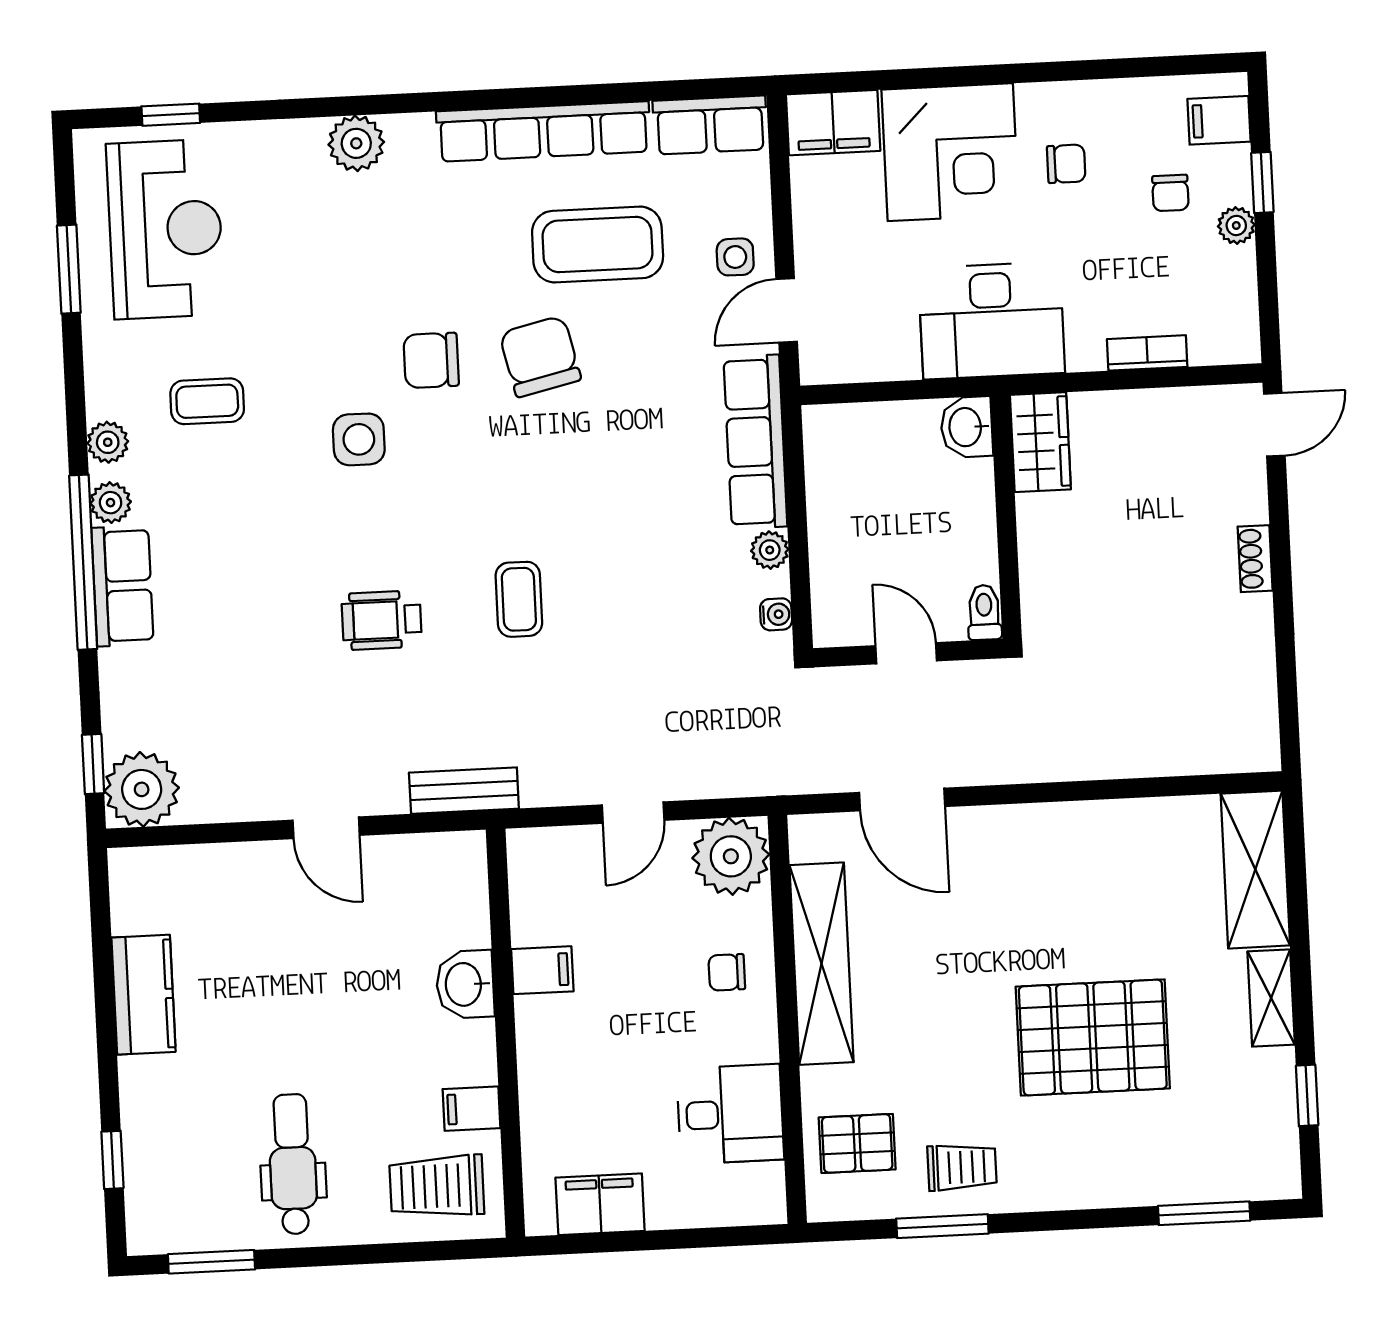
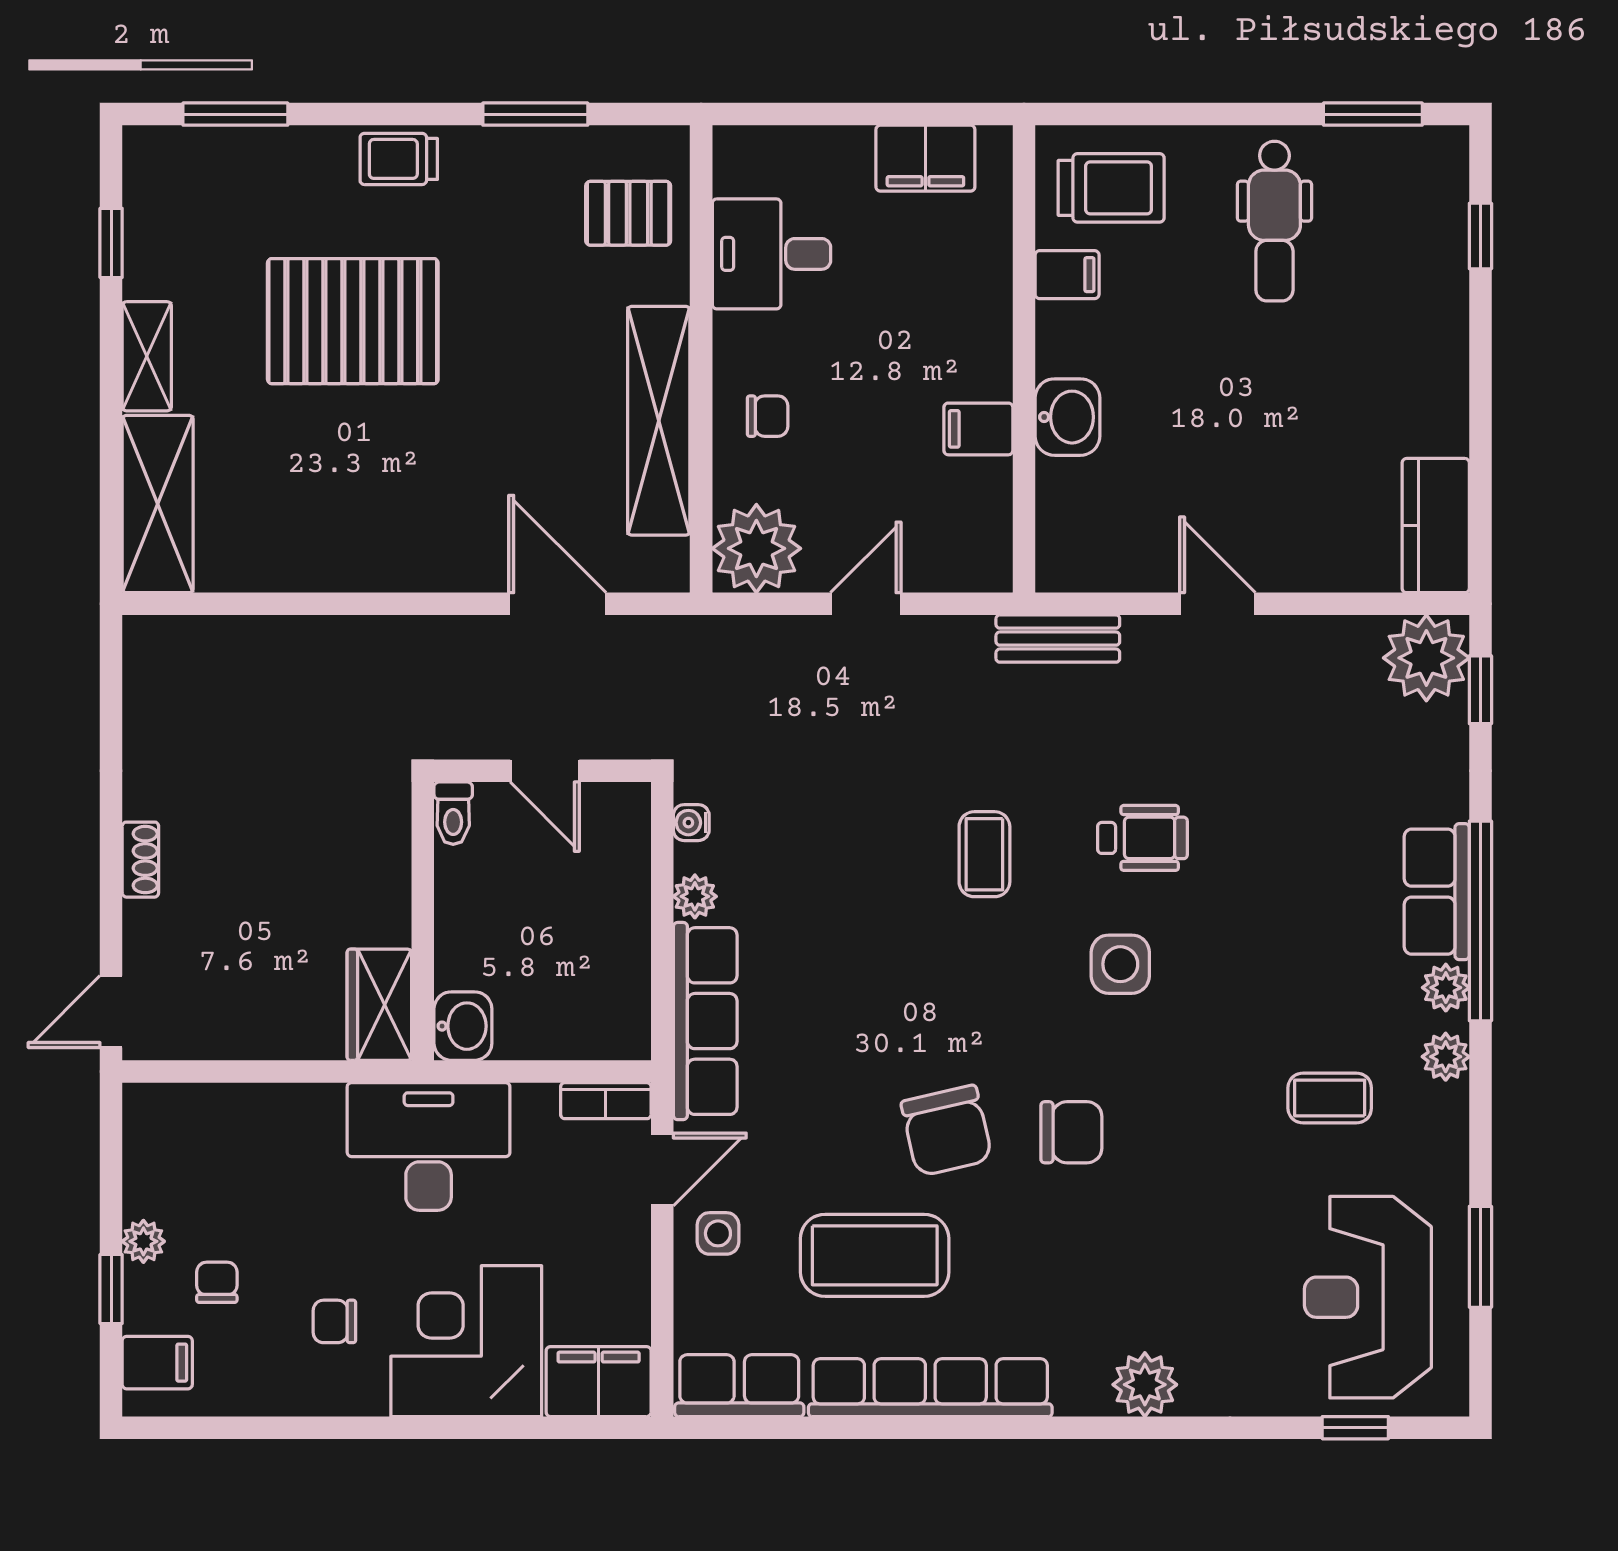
bookcase: (1147, 353) -> (606, 1101), moved
side table: (359, 439) -> (1120, 964), moved
kitchen counter: (143, 995) -> (1436, 526), moved
trolley: (962, 1167) -> (399, 159), moved

